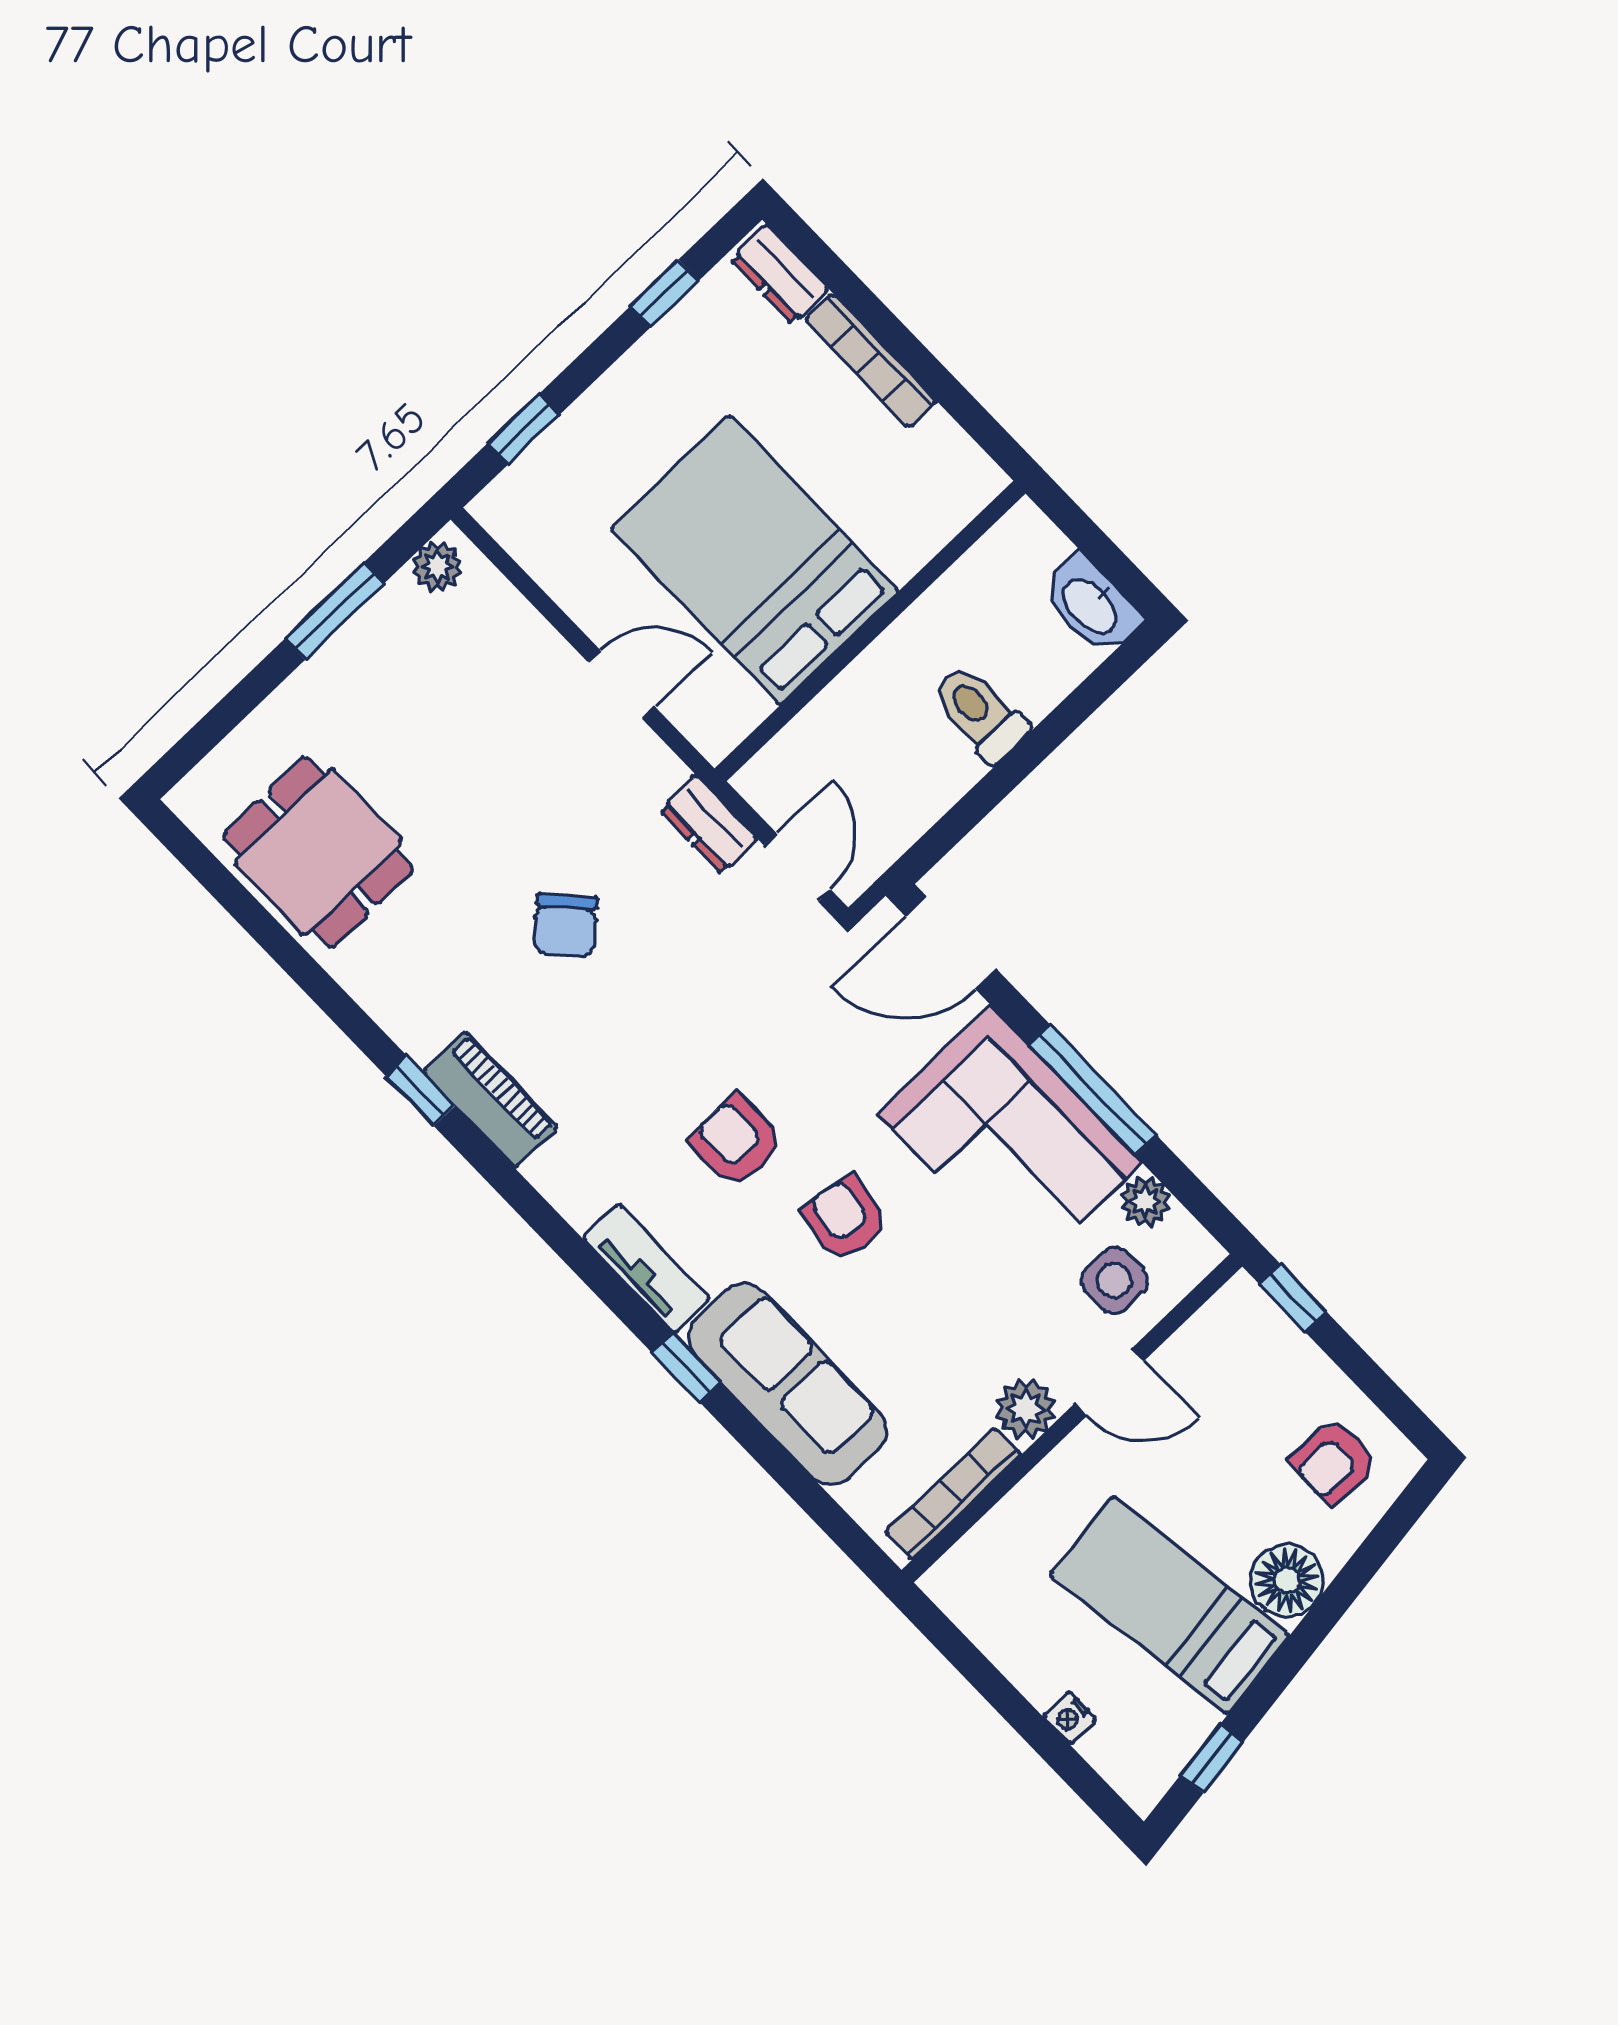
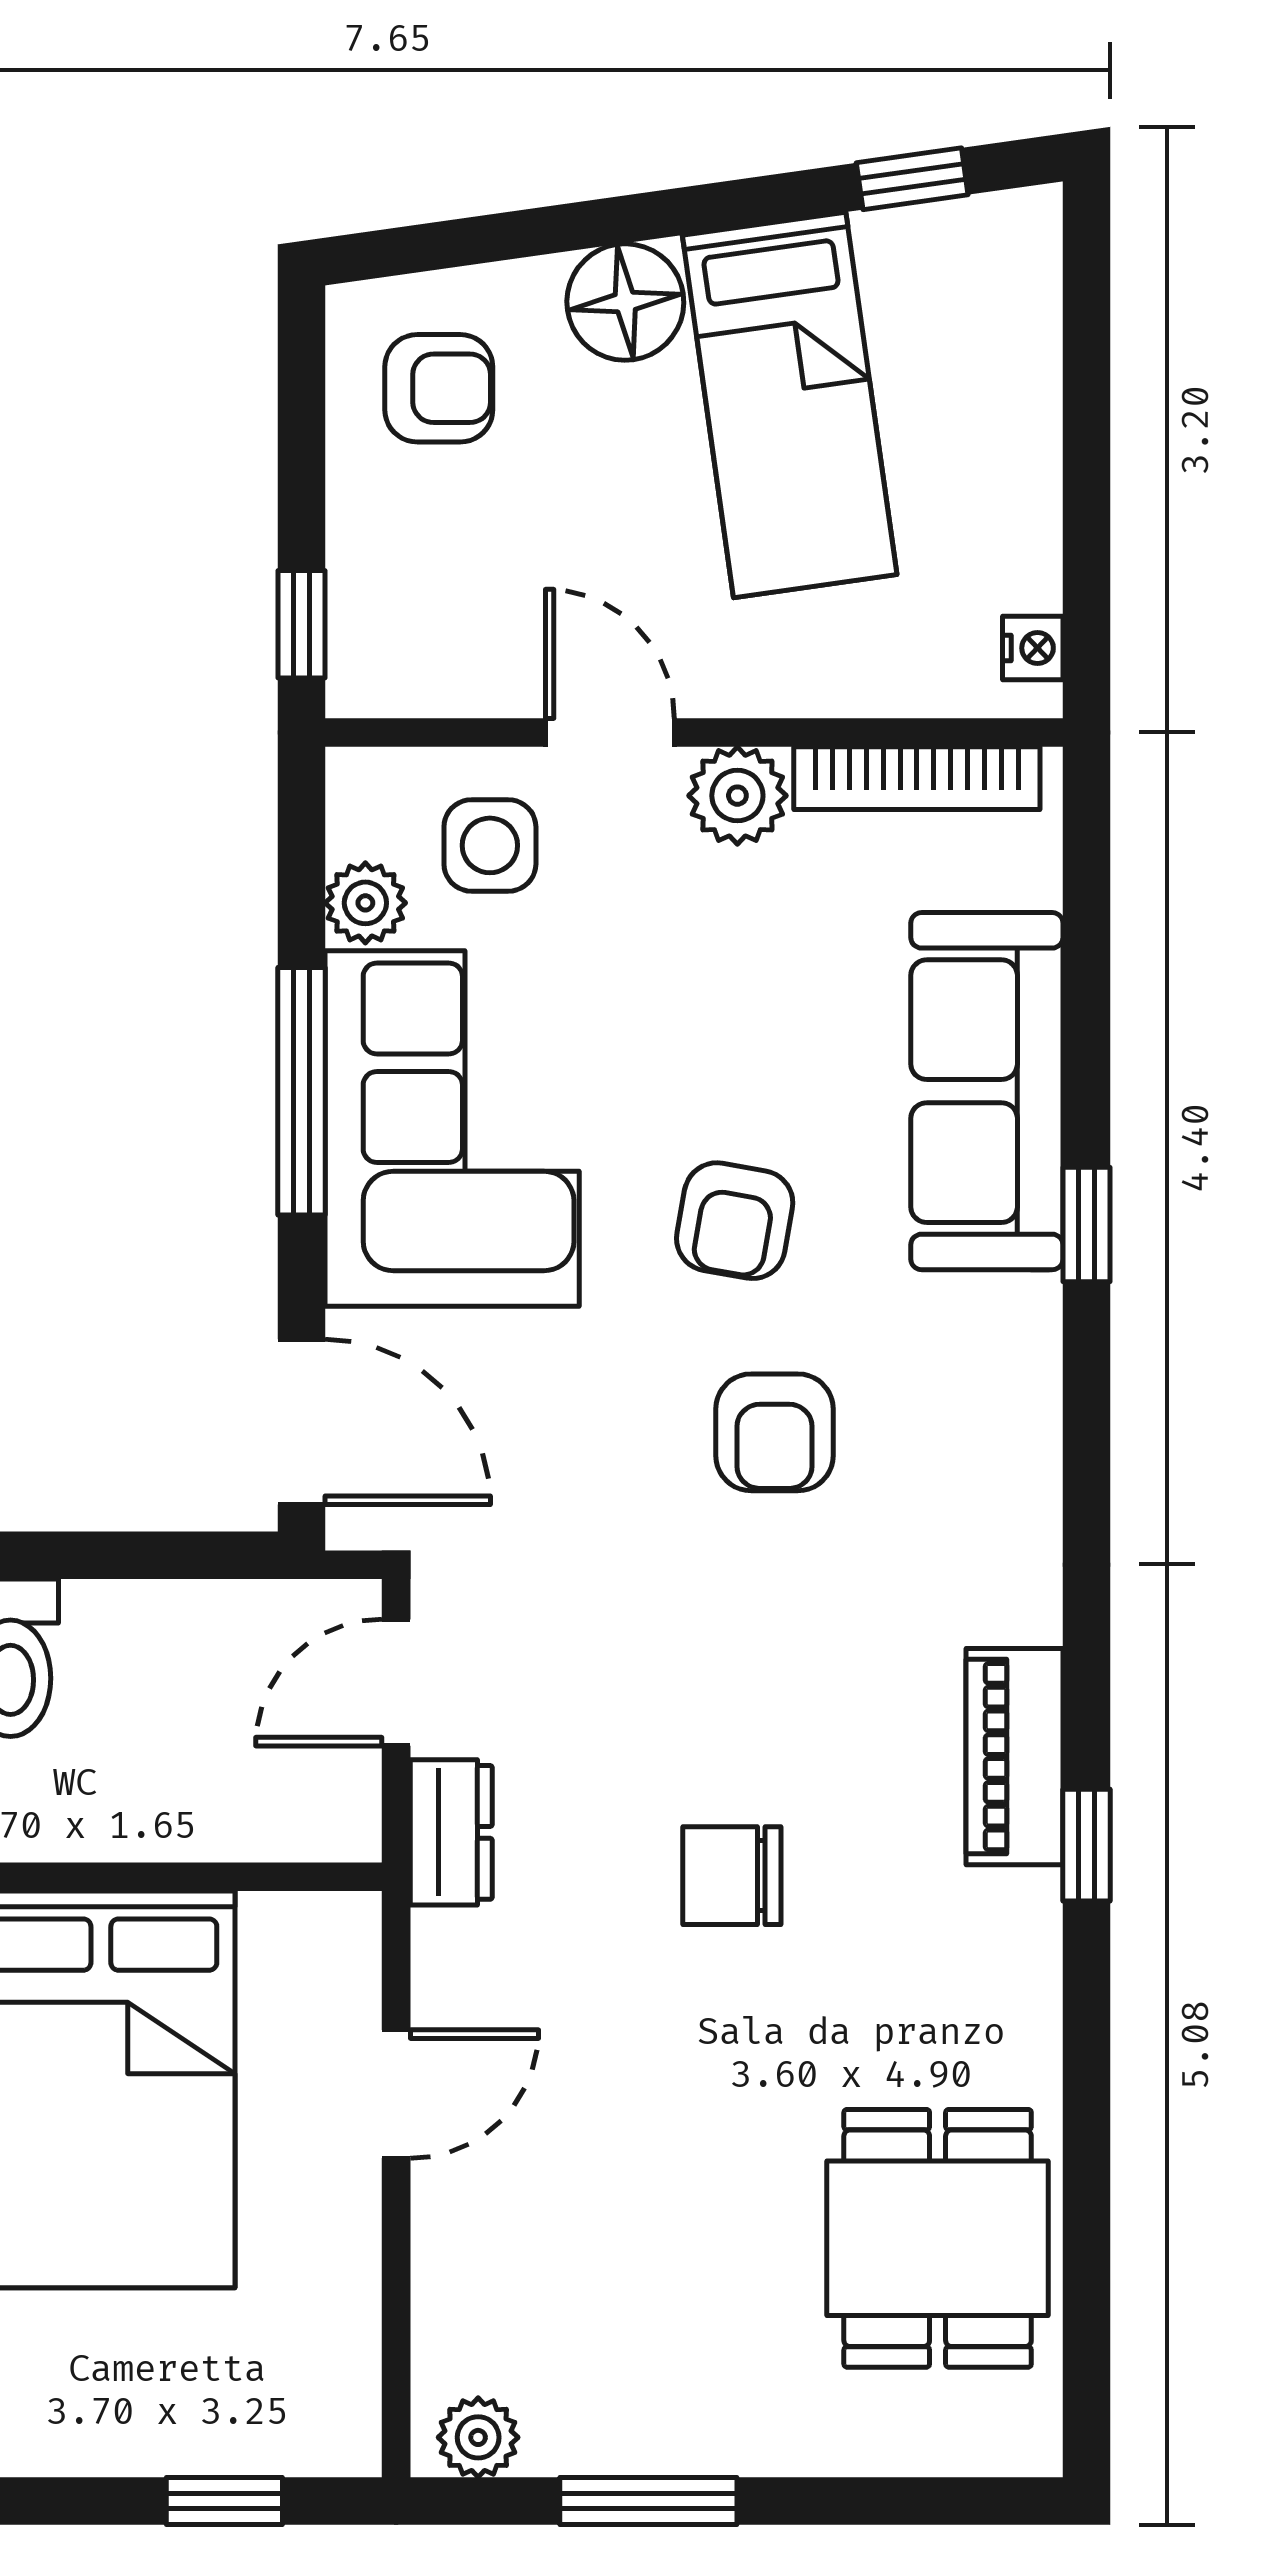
door: (621, 684) -> (396, 2094), swing flipped
chair: (565, 925) -> (732, 1876), turned -138
tv unit: (646, 1268) -> (1022, 1385), removed
nightstand: (1070, 1718) -> (1033, 648), moved

